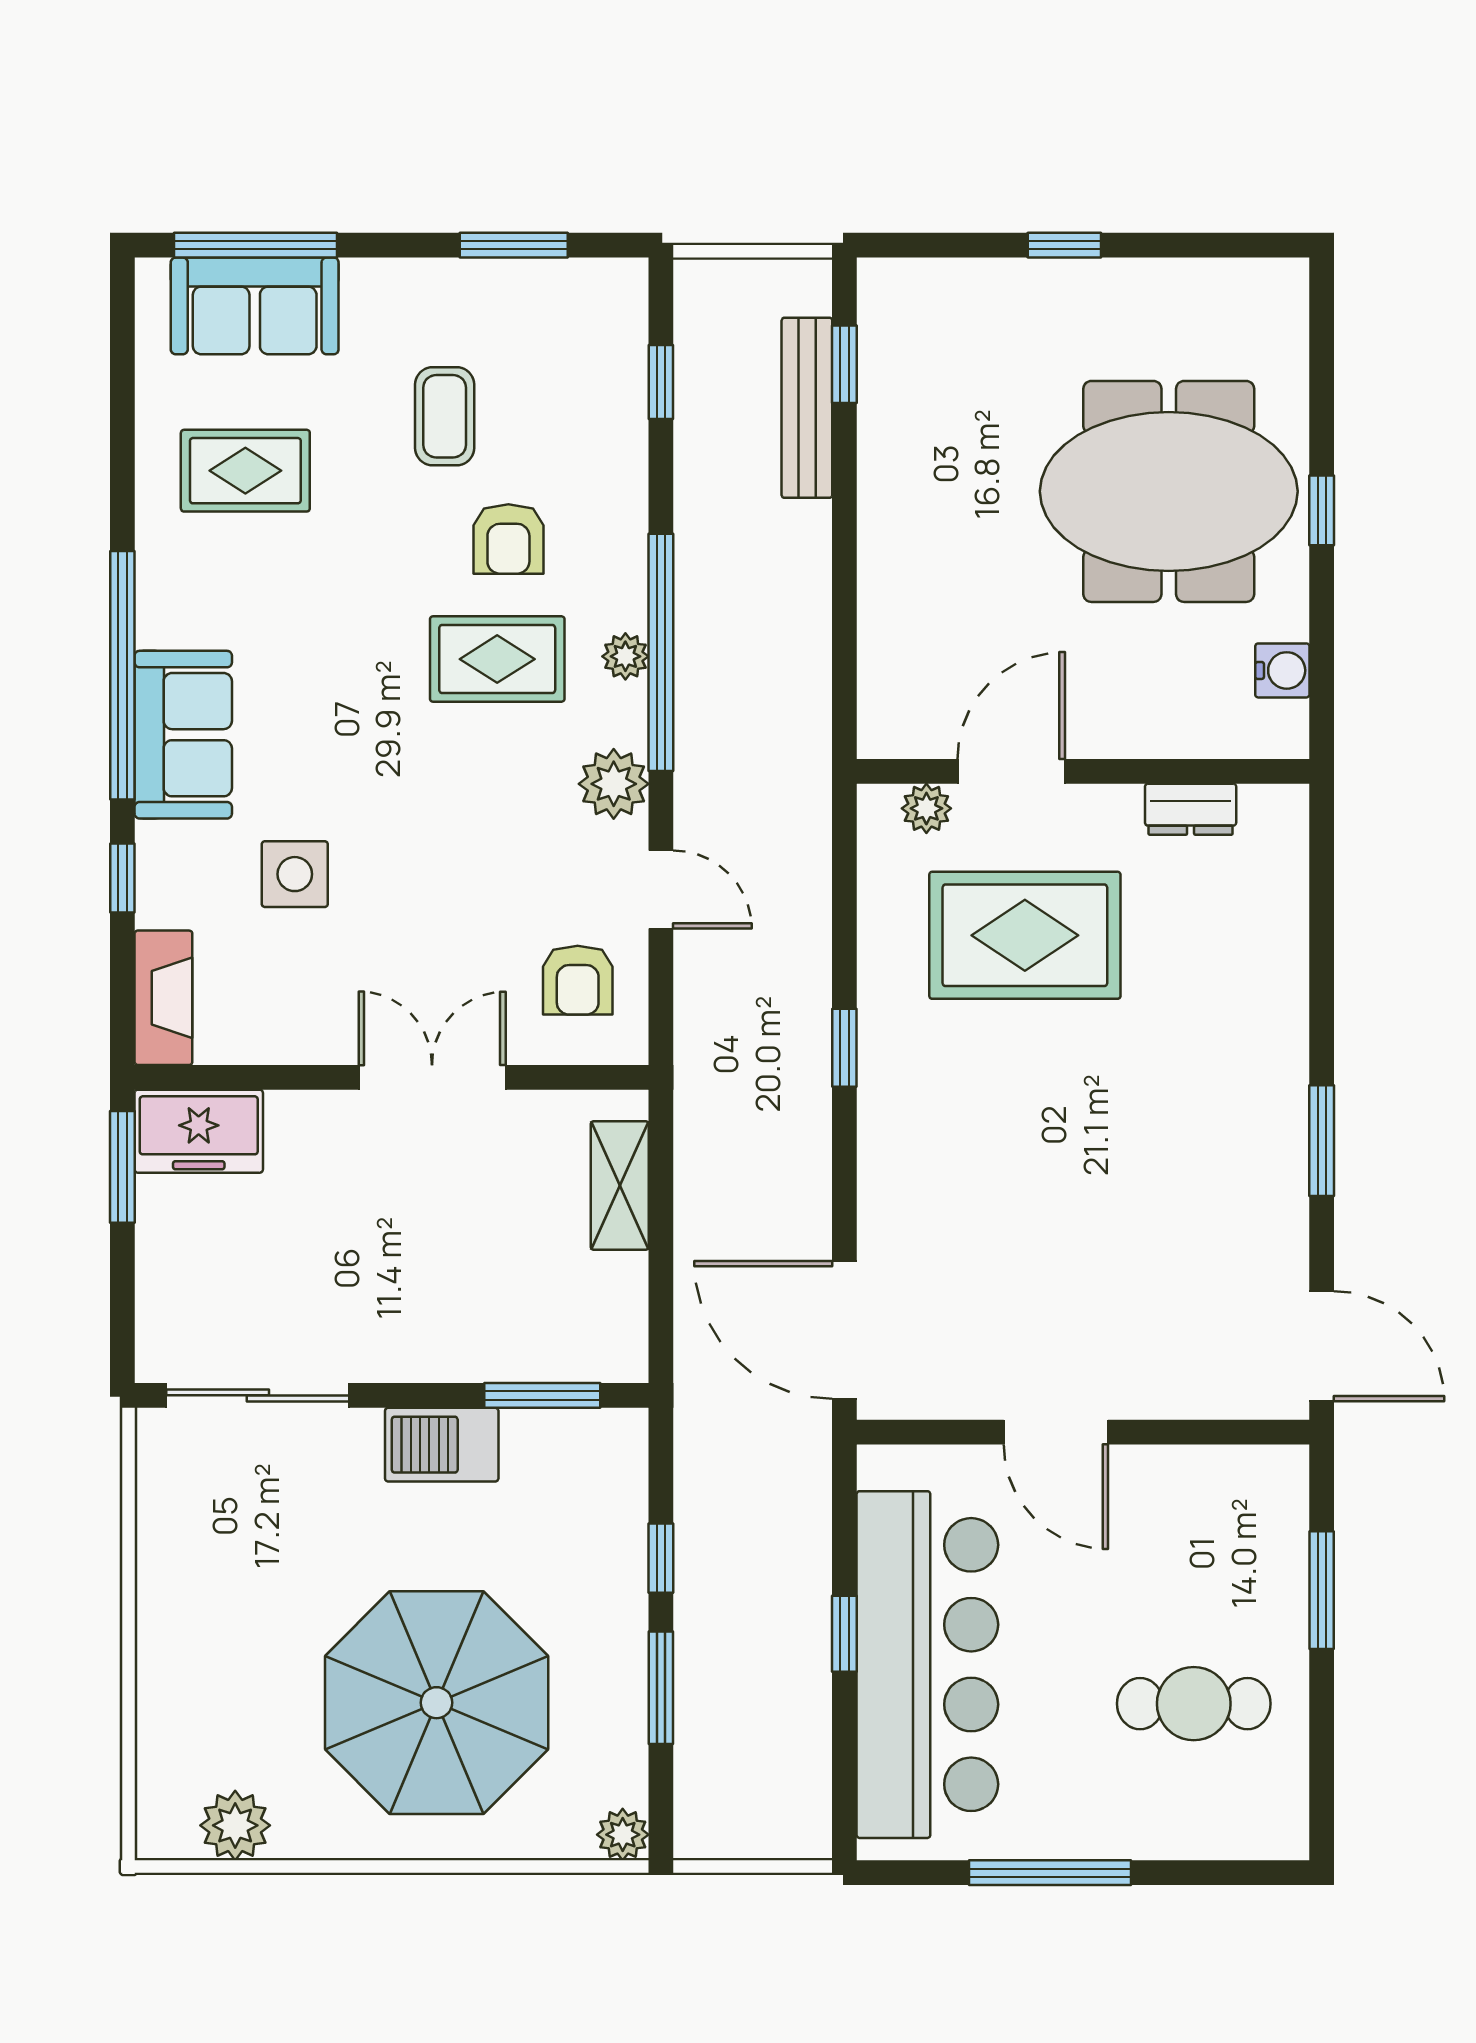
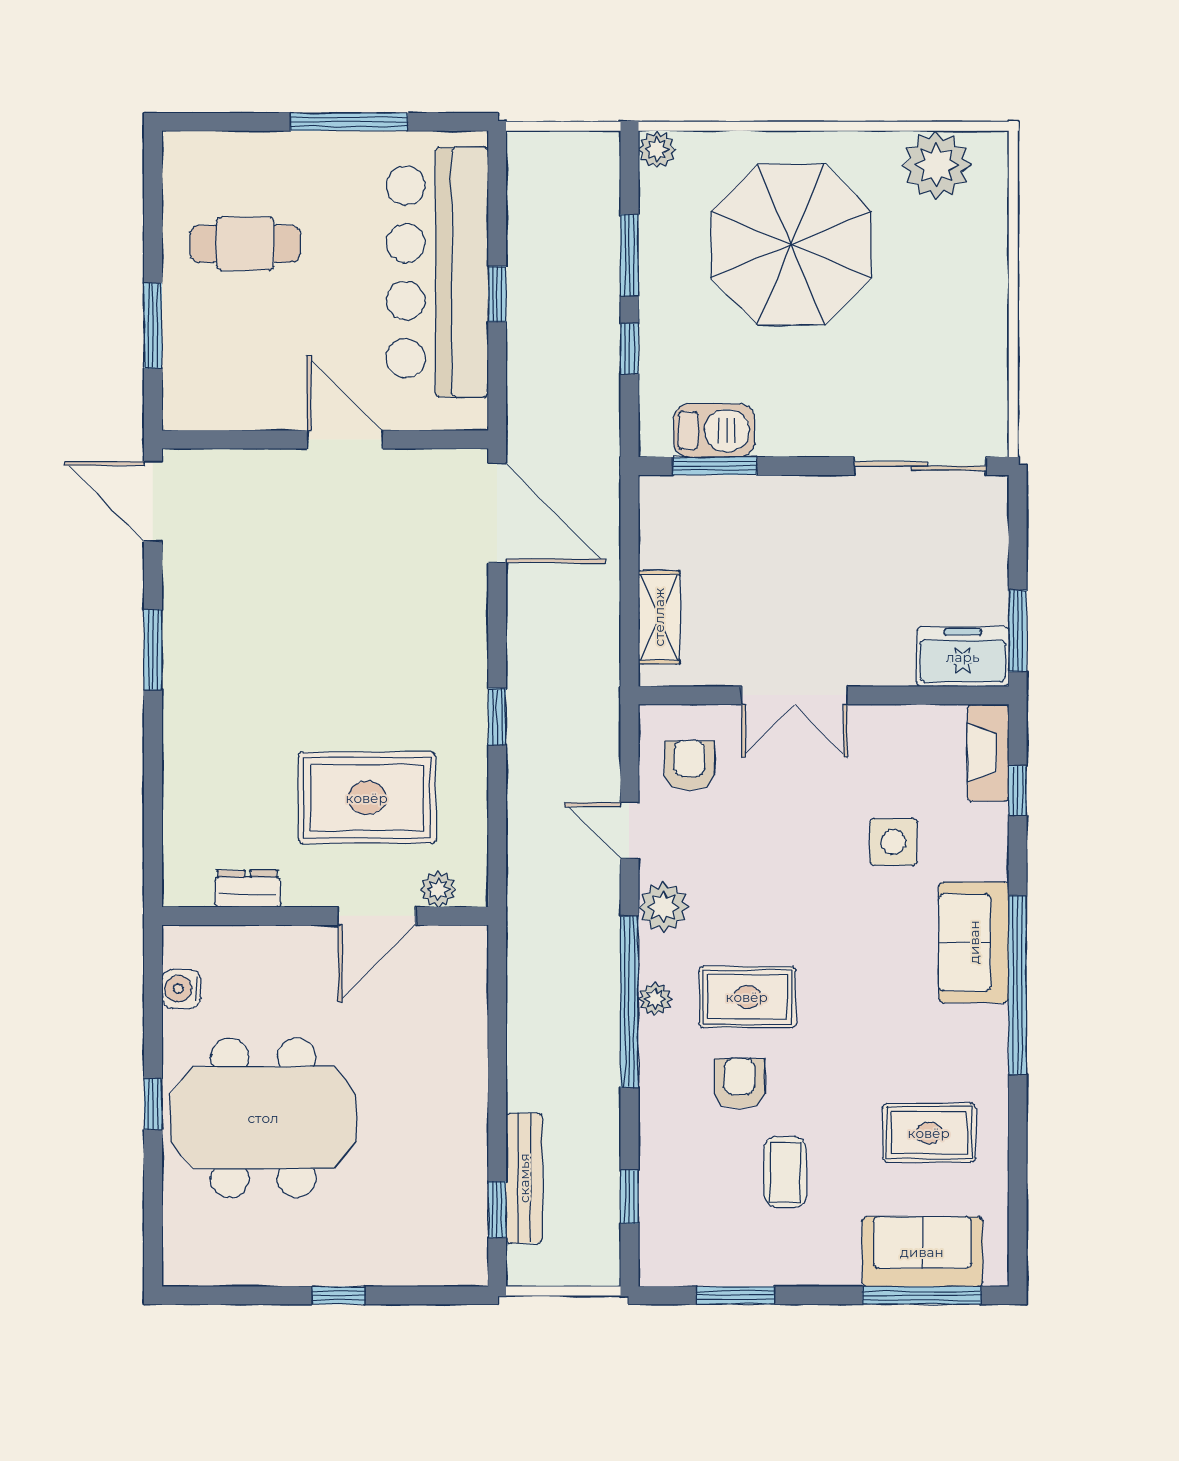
window: (122, 878) -> (1018, 791), moved
barbecue: (442, 1445) -> (714, 431), moved
plant: (235, 1825) -> (936, 165), width x1.36, depth x1.36

